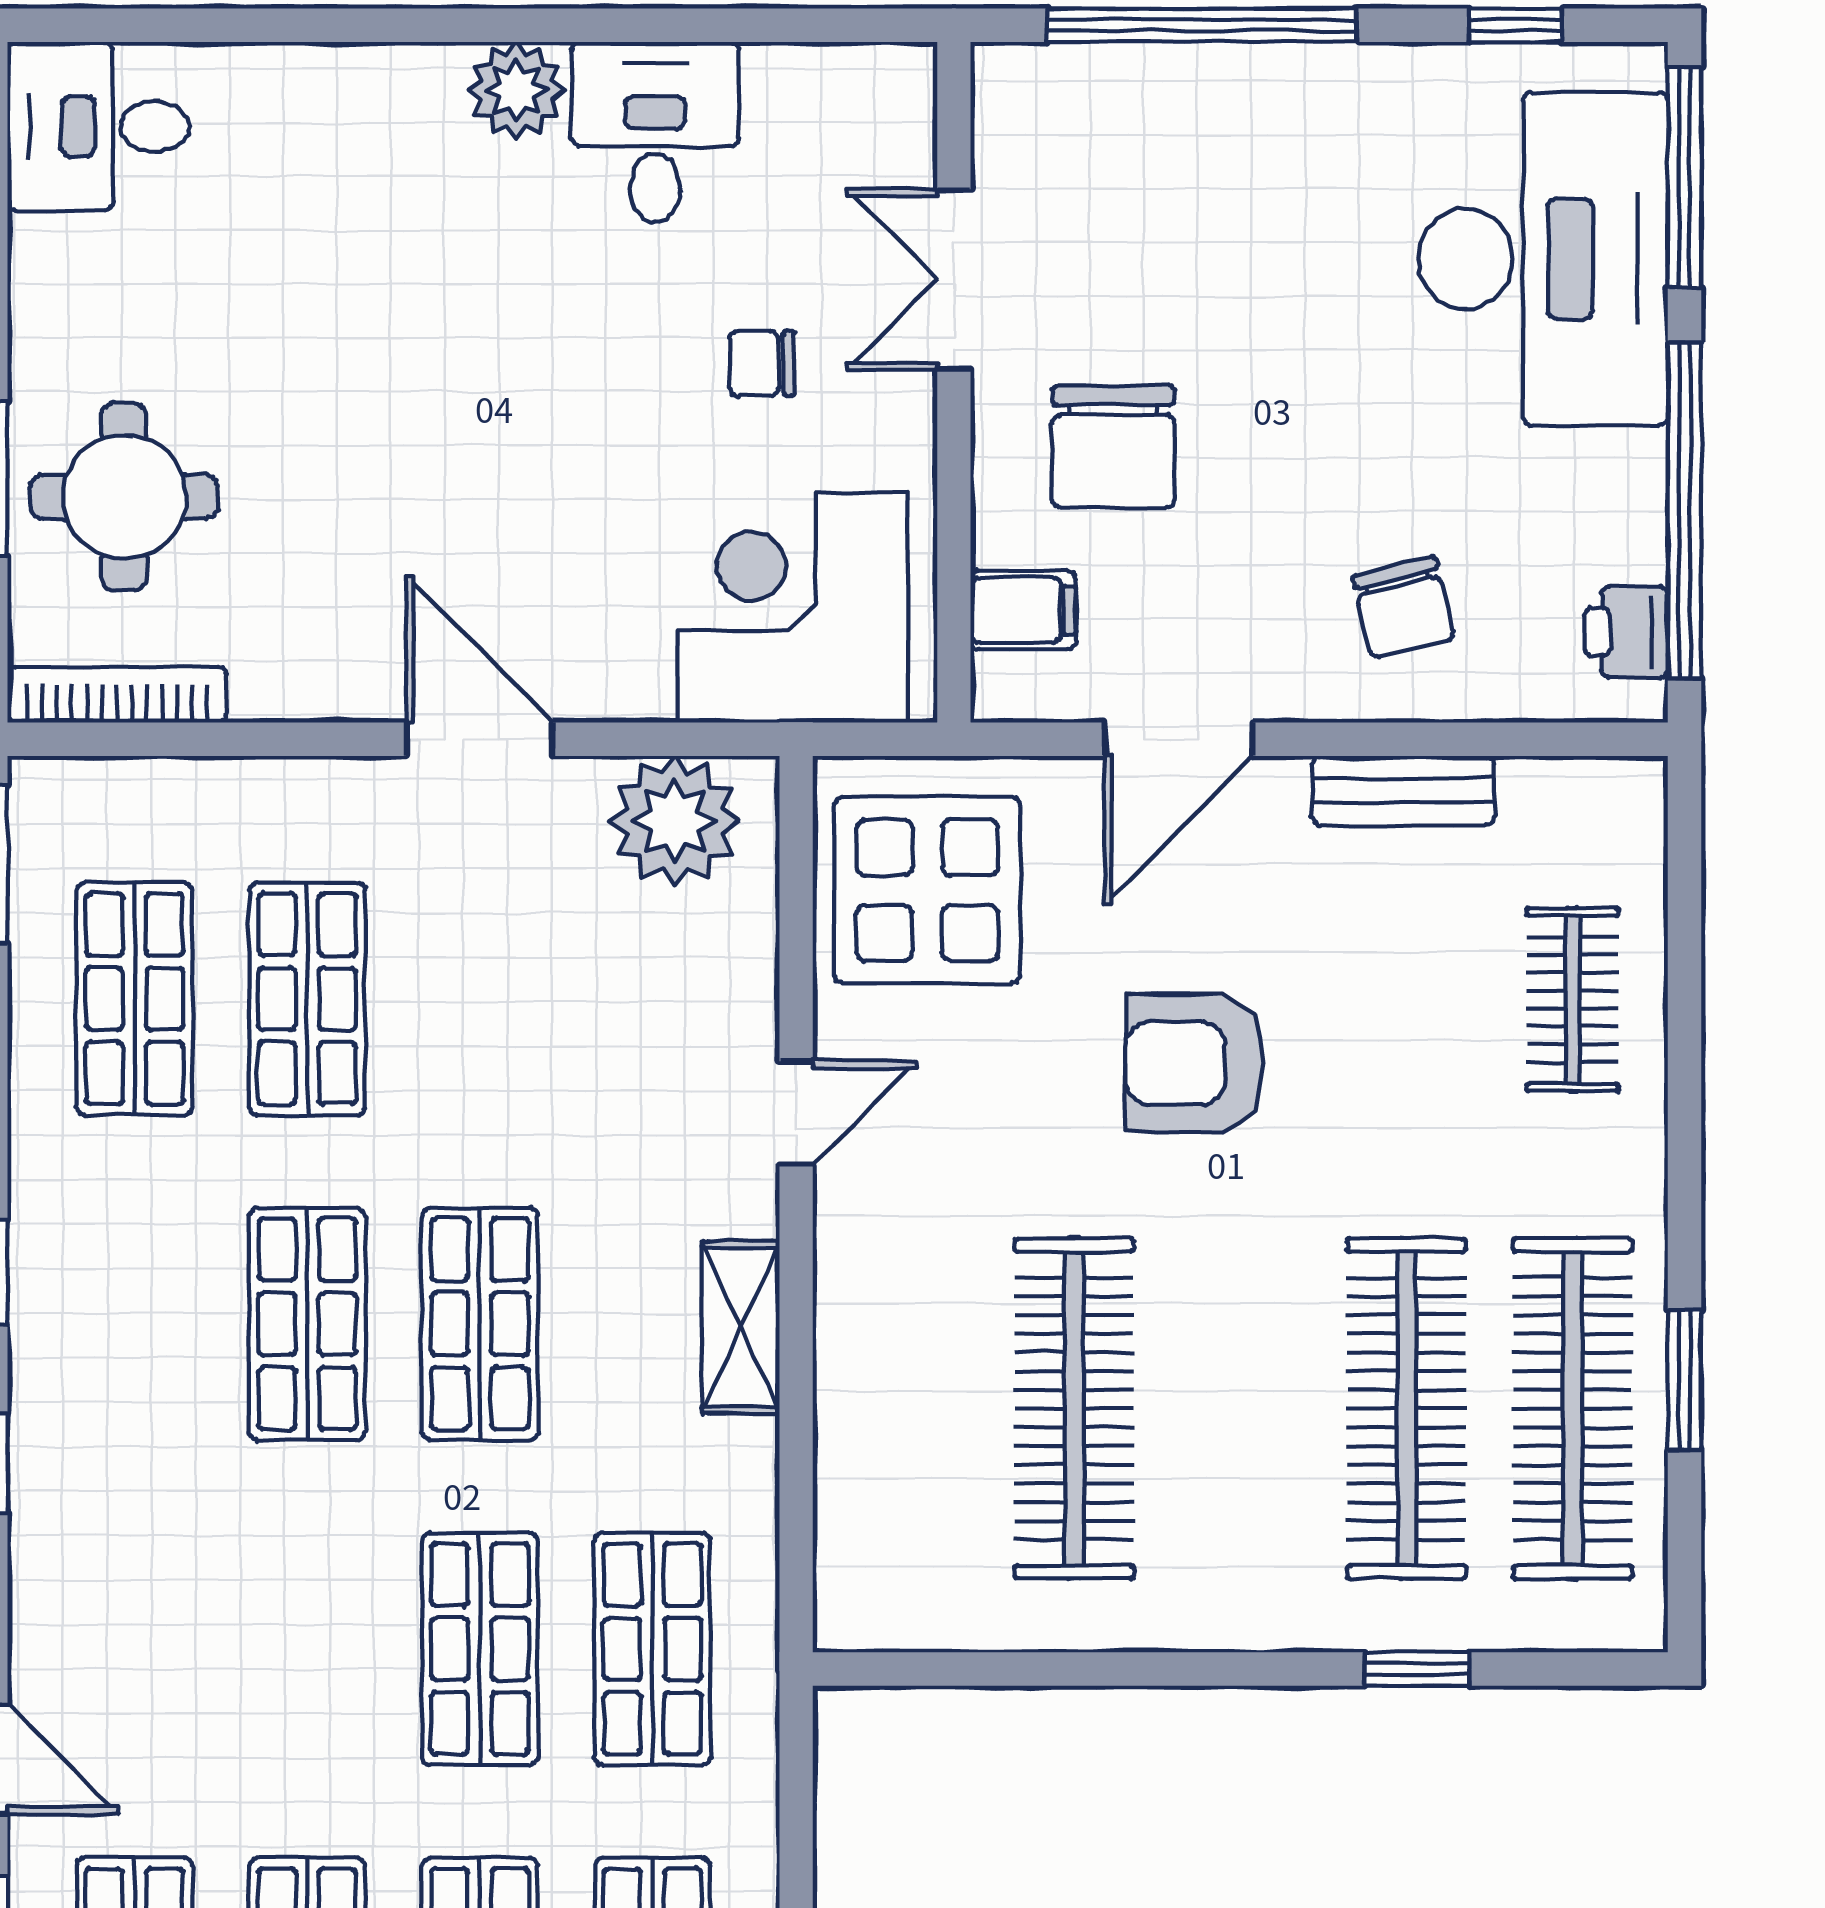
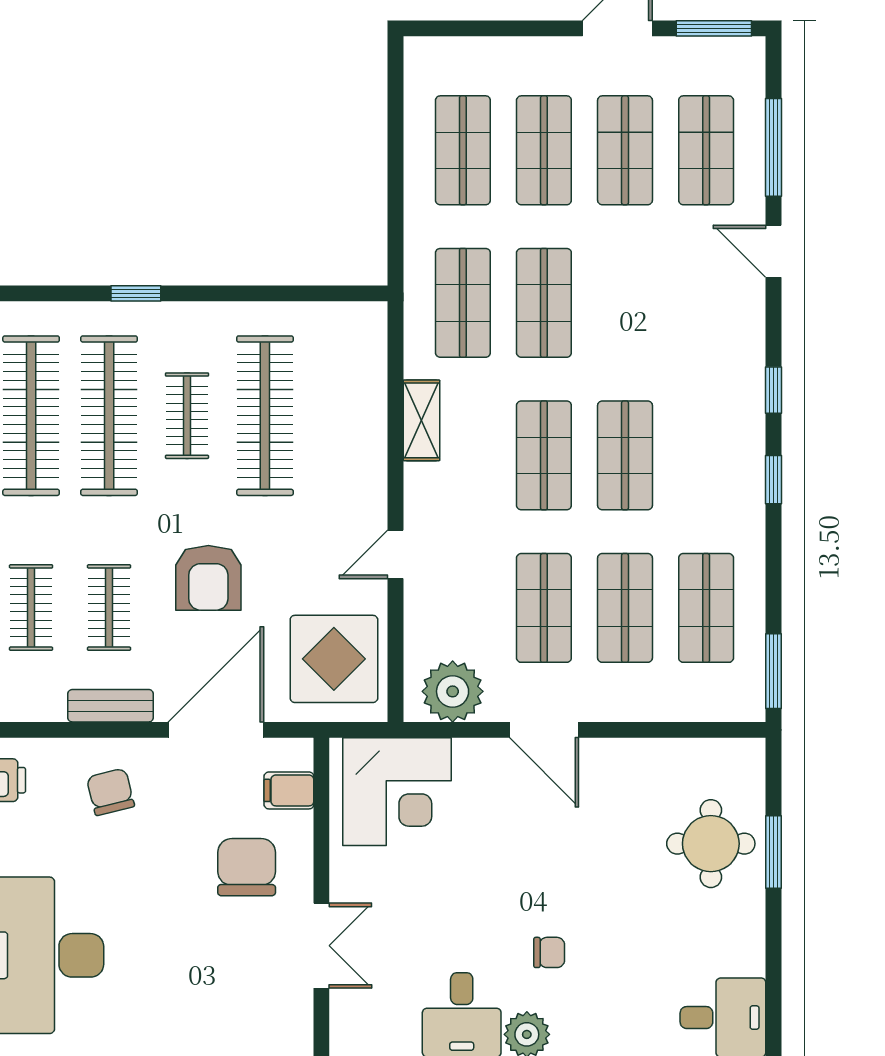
chair: (762, 363) -> (549, 952), moved
bookcase: (117, 695) -> (714, 751), removed
door: (1179, 739) -> (216, 730), width x1.36
shop shelf: (480, 999) -> (544, 608), added
clothes rail: (1406, 1000) -> (109, 608), added
armchair: (1195, 1063) -> (208, 578), turned 90
shelving: (741, 1328) -> (422, 420), moved
clothes rail: (1240, 1409) -> (187, 416), added
window: (1417, 1669) -> (136, 293), moved

